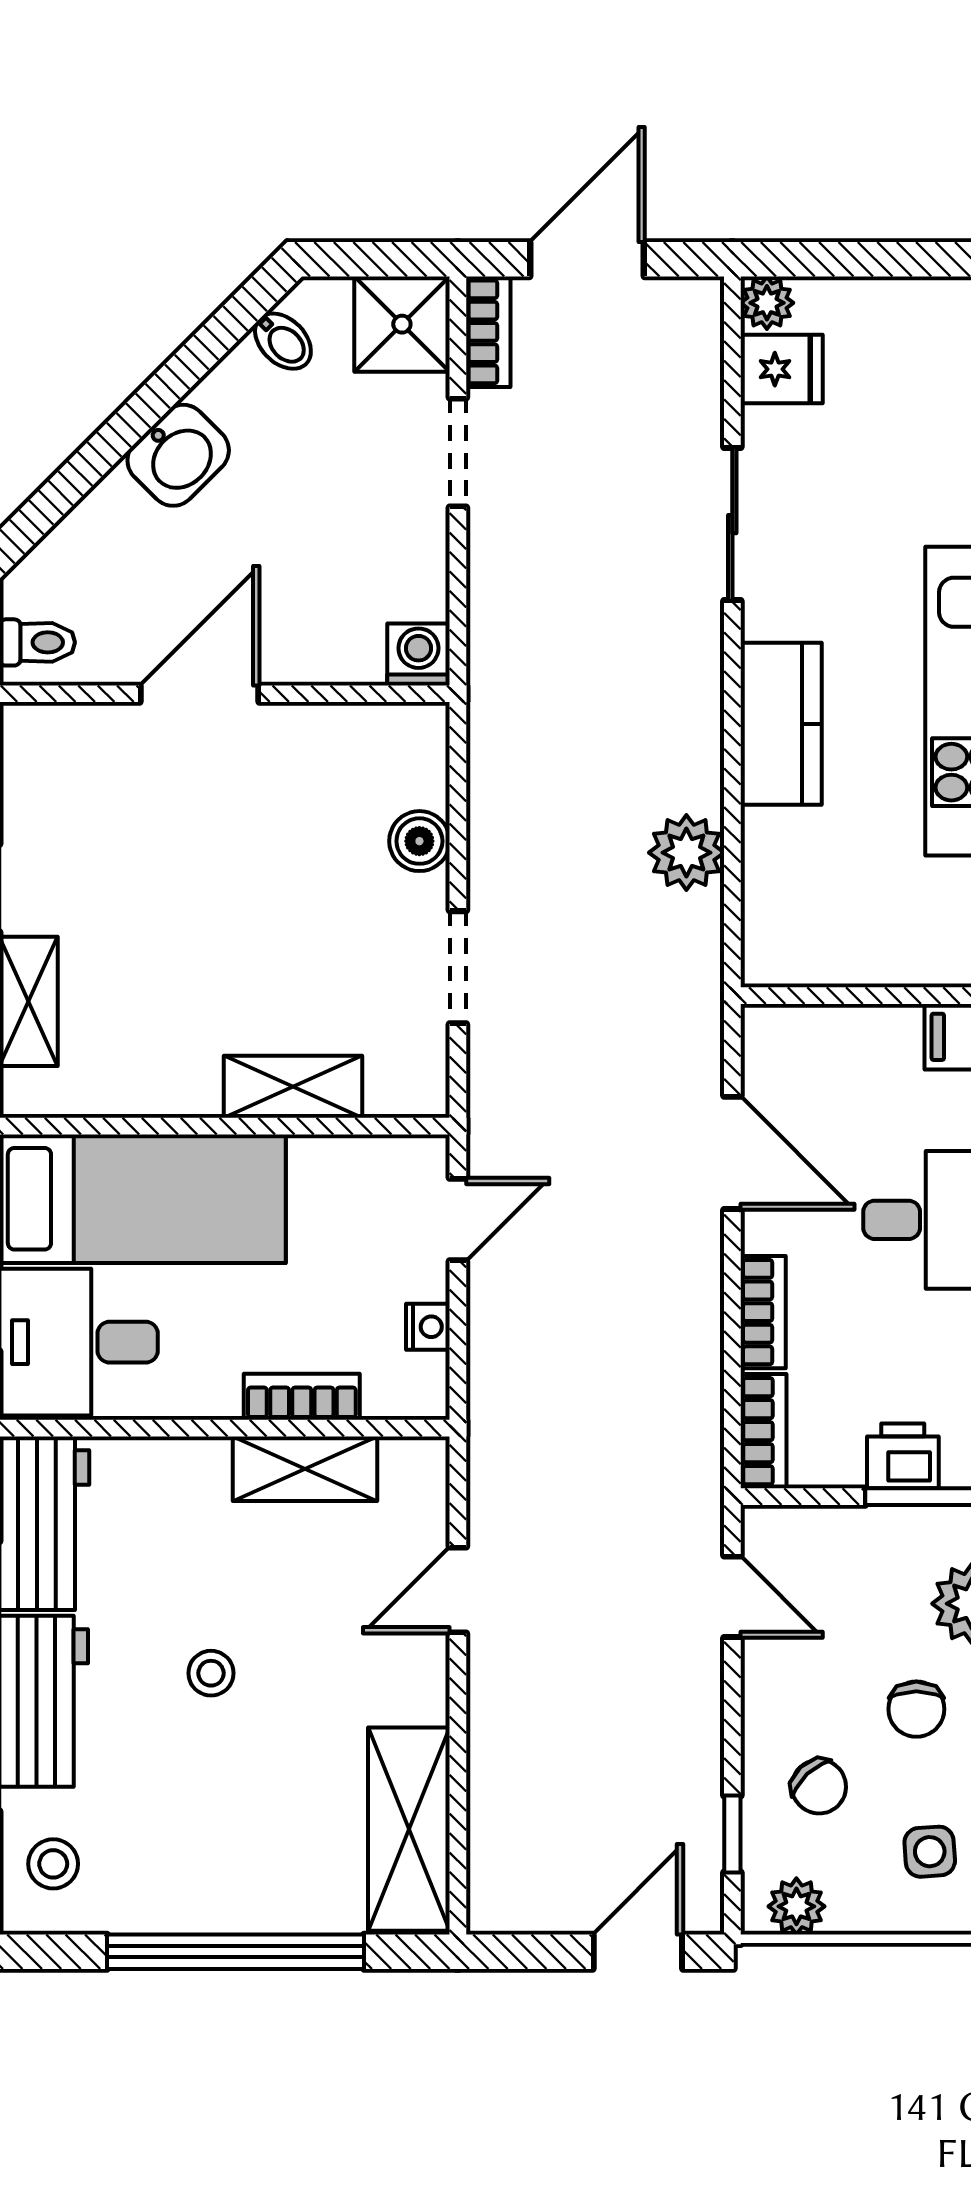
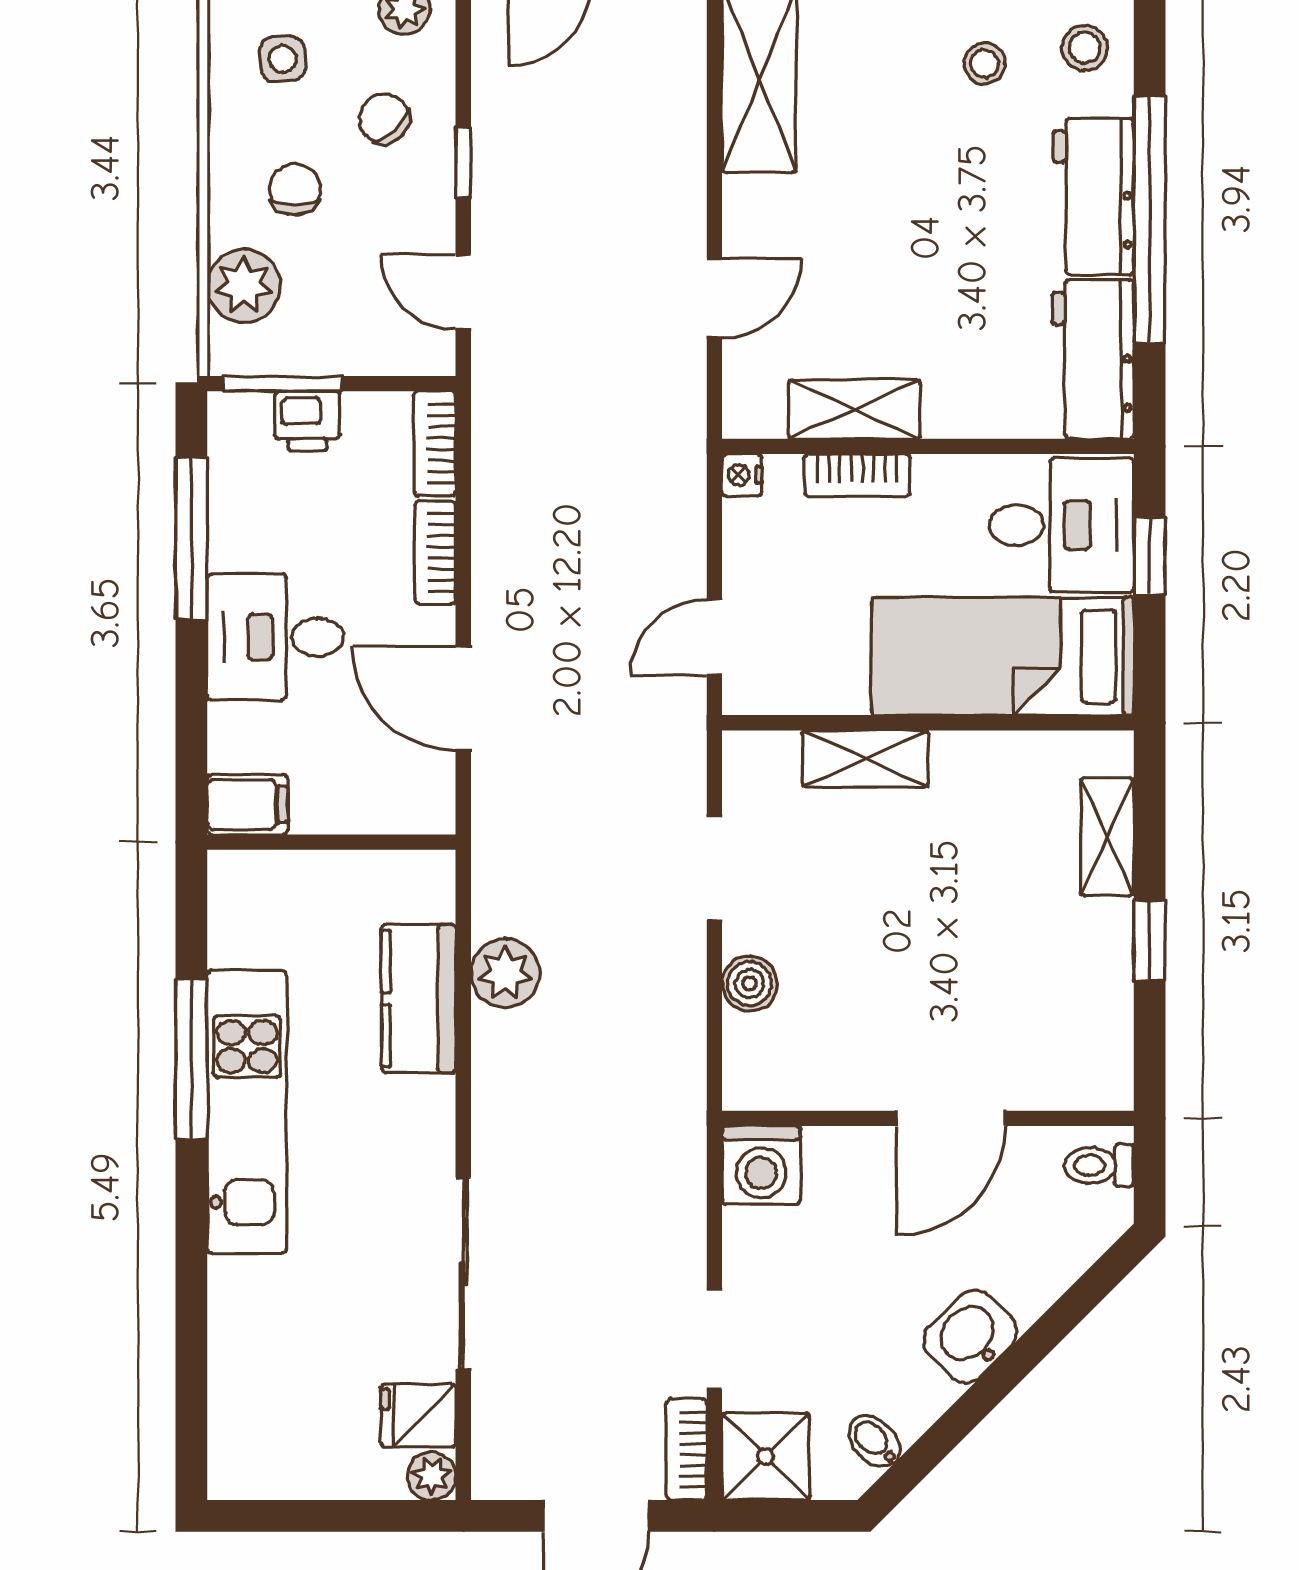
sliding door: (732, 524) -> (463, 1274), width x1.37
washing machine: (418, 654) -> (761, 1165), width x1.38, depth x1.38
kitchen counter: (781, 724) -> (419, 998), moved
nightstand: (428, 1327) -> (742, 475), moved
stool: (211, 1673) -> (985, 64), moved
window: (732, 1834) -> (463, 163), moved

